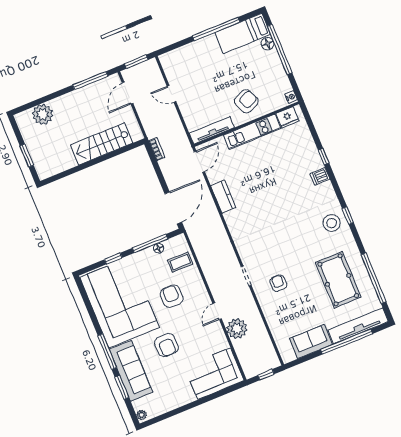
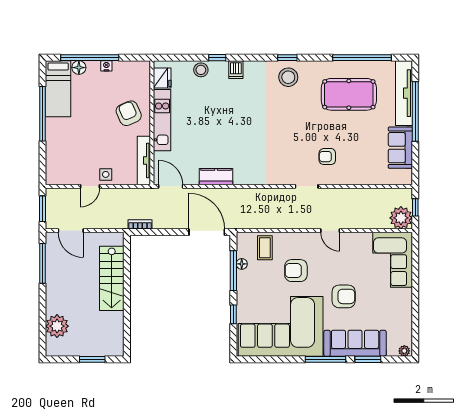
nightstand: (291, 97) -> (106, 66), moved
side table: (187, 103) -> (106, 174), added
stool: (308, 147) -> (201, 70), added
plant: (237, 329) -> (401, 218), moved

